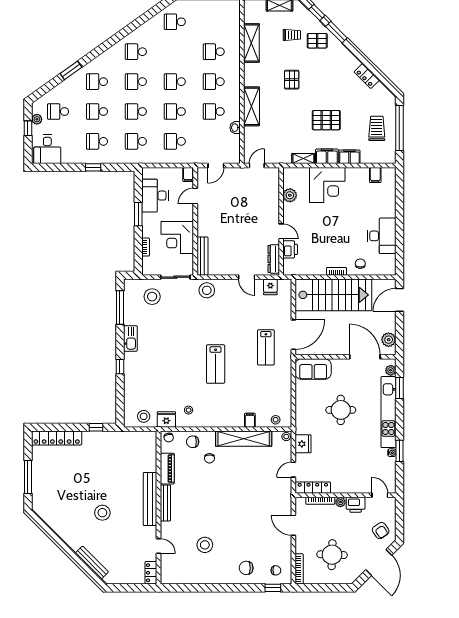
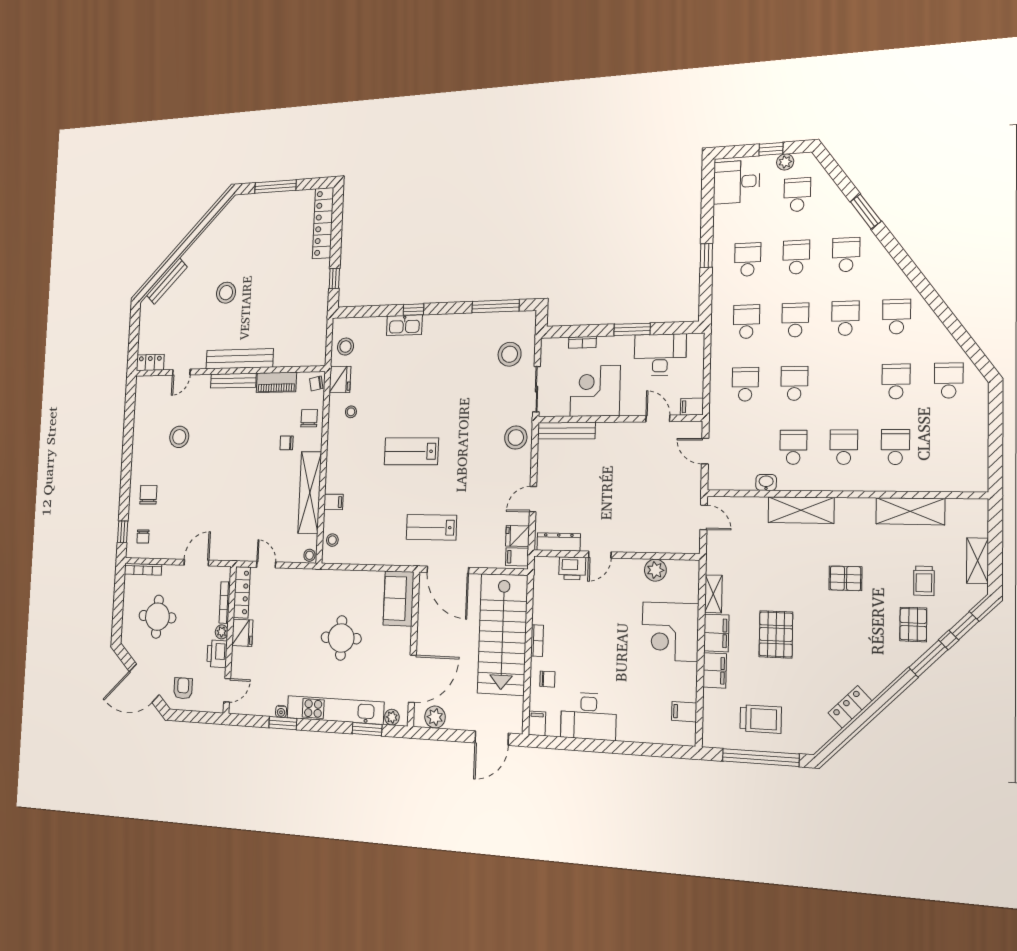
school desk: (175, 82) -> (896, 381), moved
filing cabinet: (388, 270) -> (537, 723), added
filing cabinet: (284, 287) -> (517, 557), added
door: (399, 300) -> (492, 738), swing flipped
kitchen sink: (130, 338) -> (404, 325), moved
fridge: (303, 444) -> (242, 633), moved, turned -90
armchair: (381, 531) -> (183, 688), turned 124

